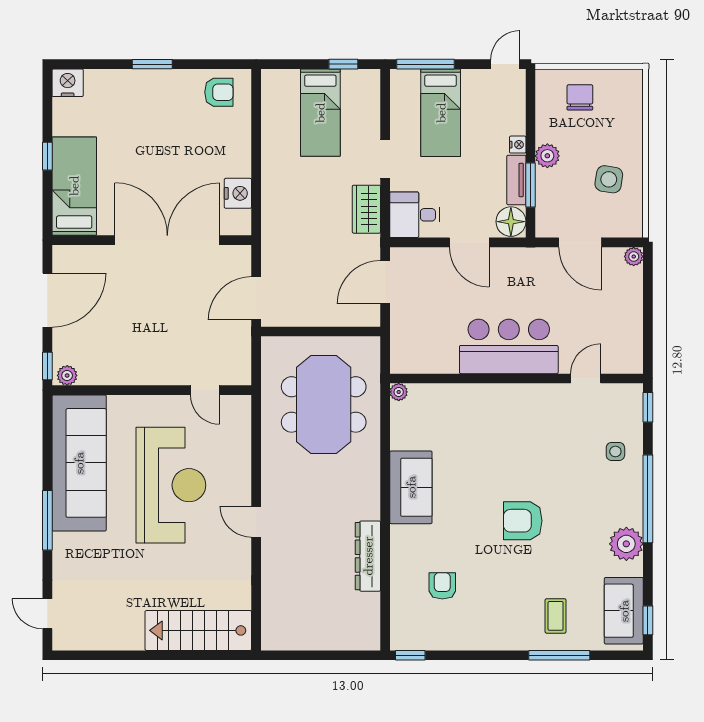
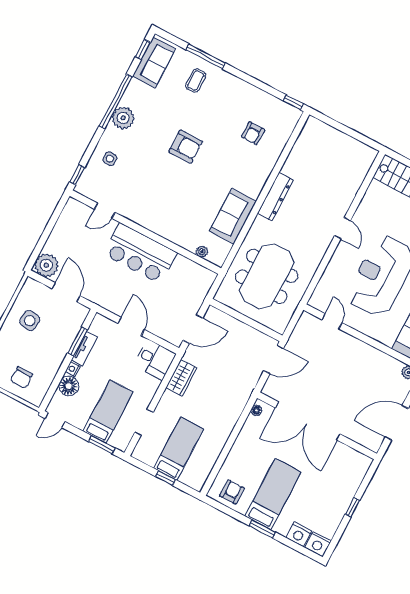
window: (343, 64) -> (166, 478), moved
window: (426, 64) -> (102, 445), width x0.69
armchair: (219, 92) -> (232, 492), turned 90
plant: (547, 156) -> (59, 353), removed
doorway: (385, 159) -> (144, 422), moved
bed: (74, 186) -> (273, 494), moved, turned 180
nightstand: (238, 193) -> (299, 534), moved, turned -90
floor lamp: (243, 218) -> (256, 410), added
floor lamp: (511, 222) -> (69, 386), moved
plant: (634, 257) -> (46, 265), width x1.87, depth x1.87
plant: (399, 392) -> (202, 252), moved
sofa: (411, 487) -> (233, 216), moved
window: (648, 499) -> (116, 101), moved
plant: (626, 544) -> (123, 118), moved
dresser: (368, 556) -> (275, 197), moved

